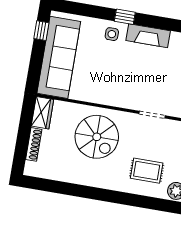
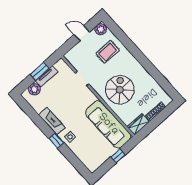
window: (41, 31) -> (118, 156), moved
sofa: (59, 57) -> (108, 124), moved, turned -90
rug: (147, 171) -> (108, 52), turned 90

